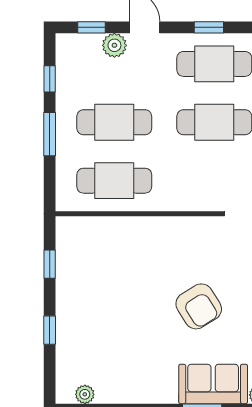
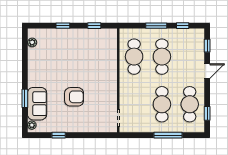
window: (209, 27) -> (207, 113), moved
plant: (114, 45) -> (199, 57), removed
armchair: (199, 306) -> (74, 97), turned -148

